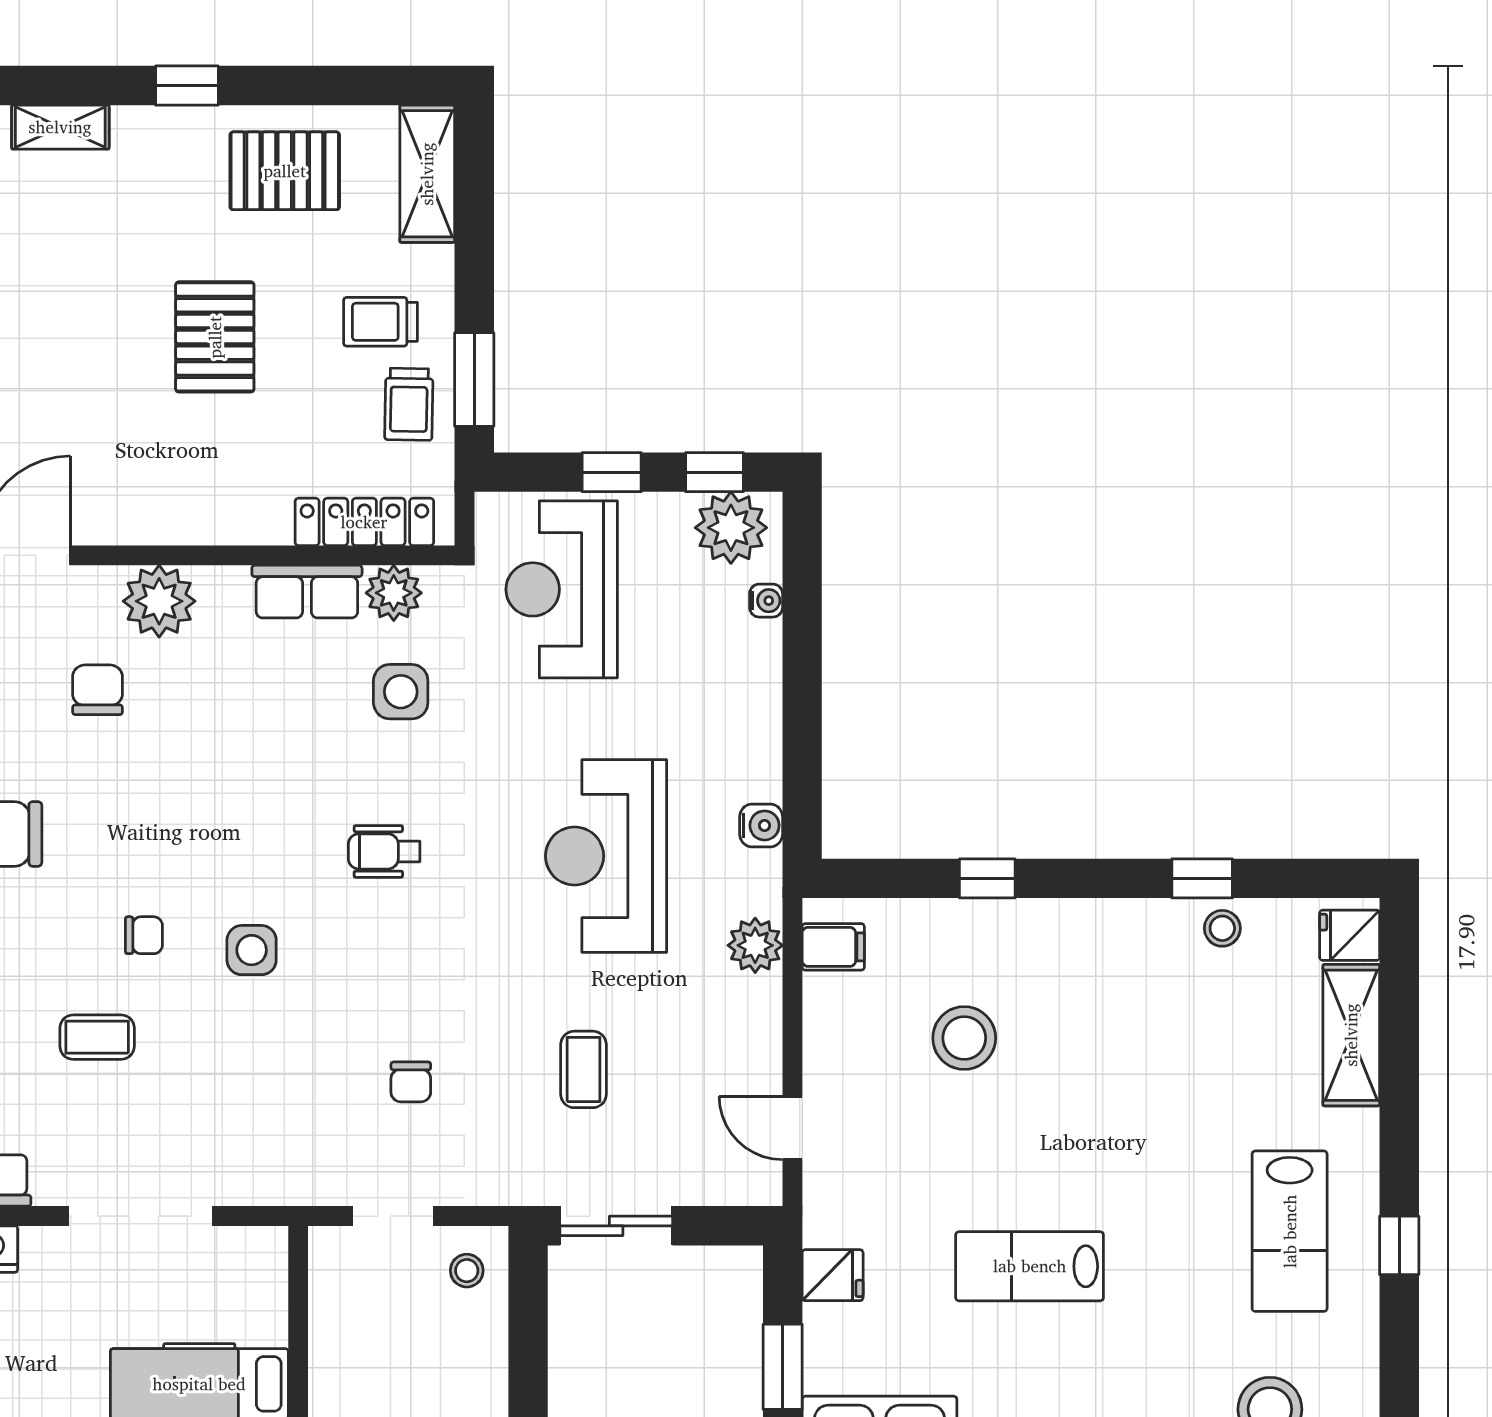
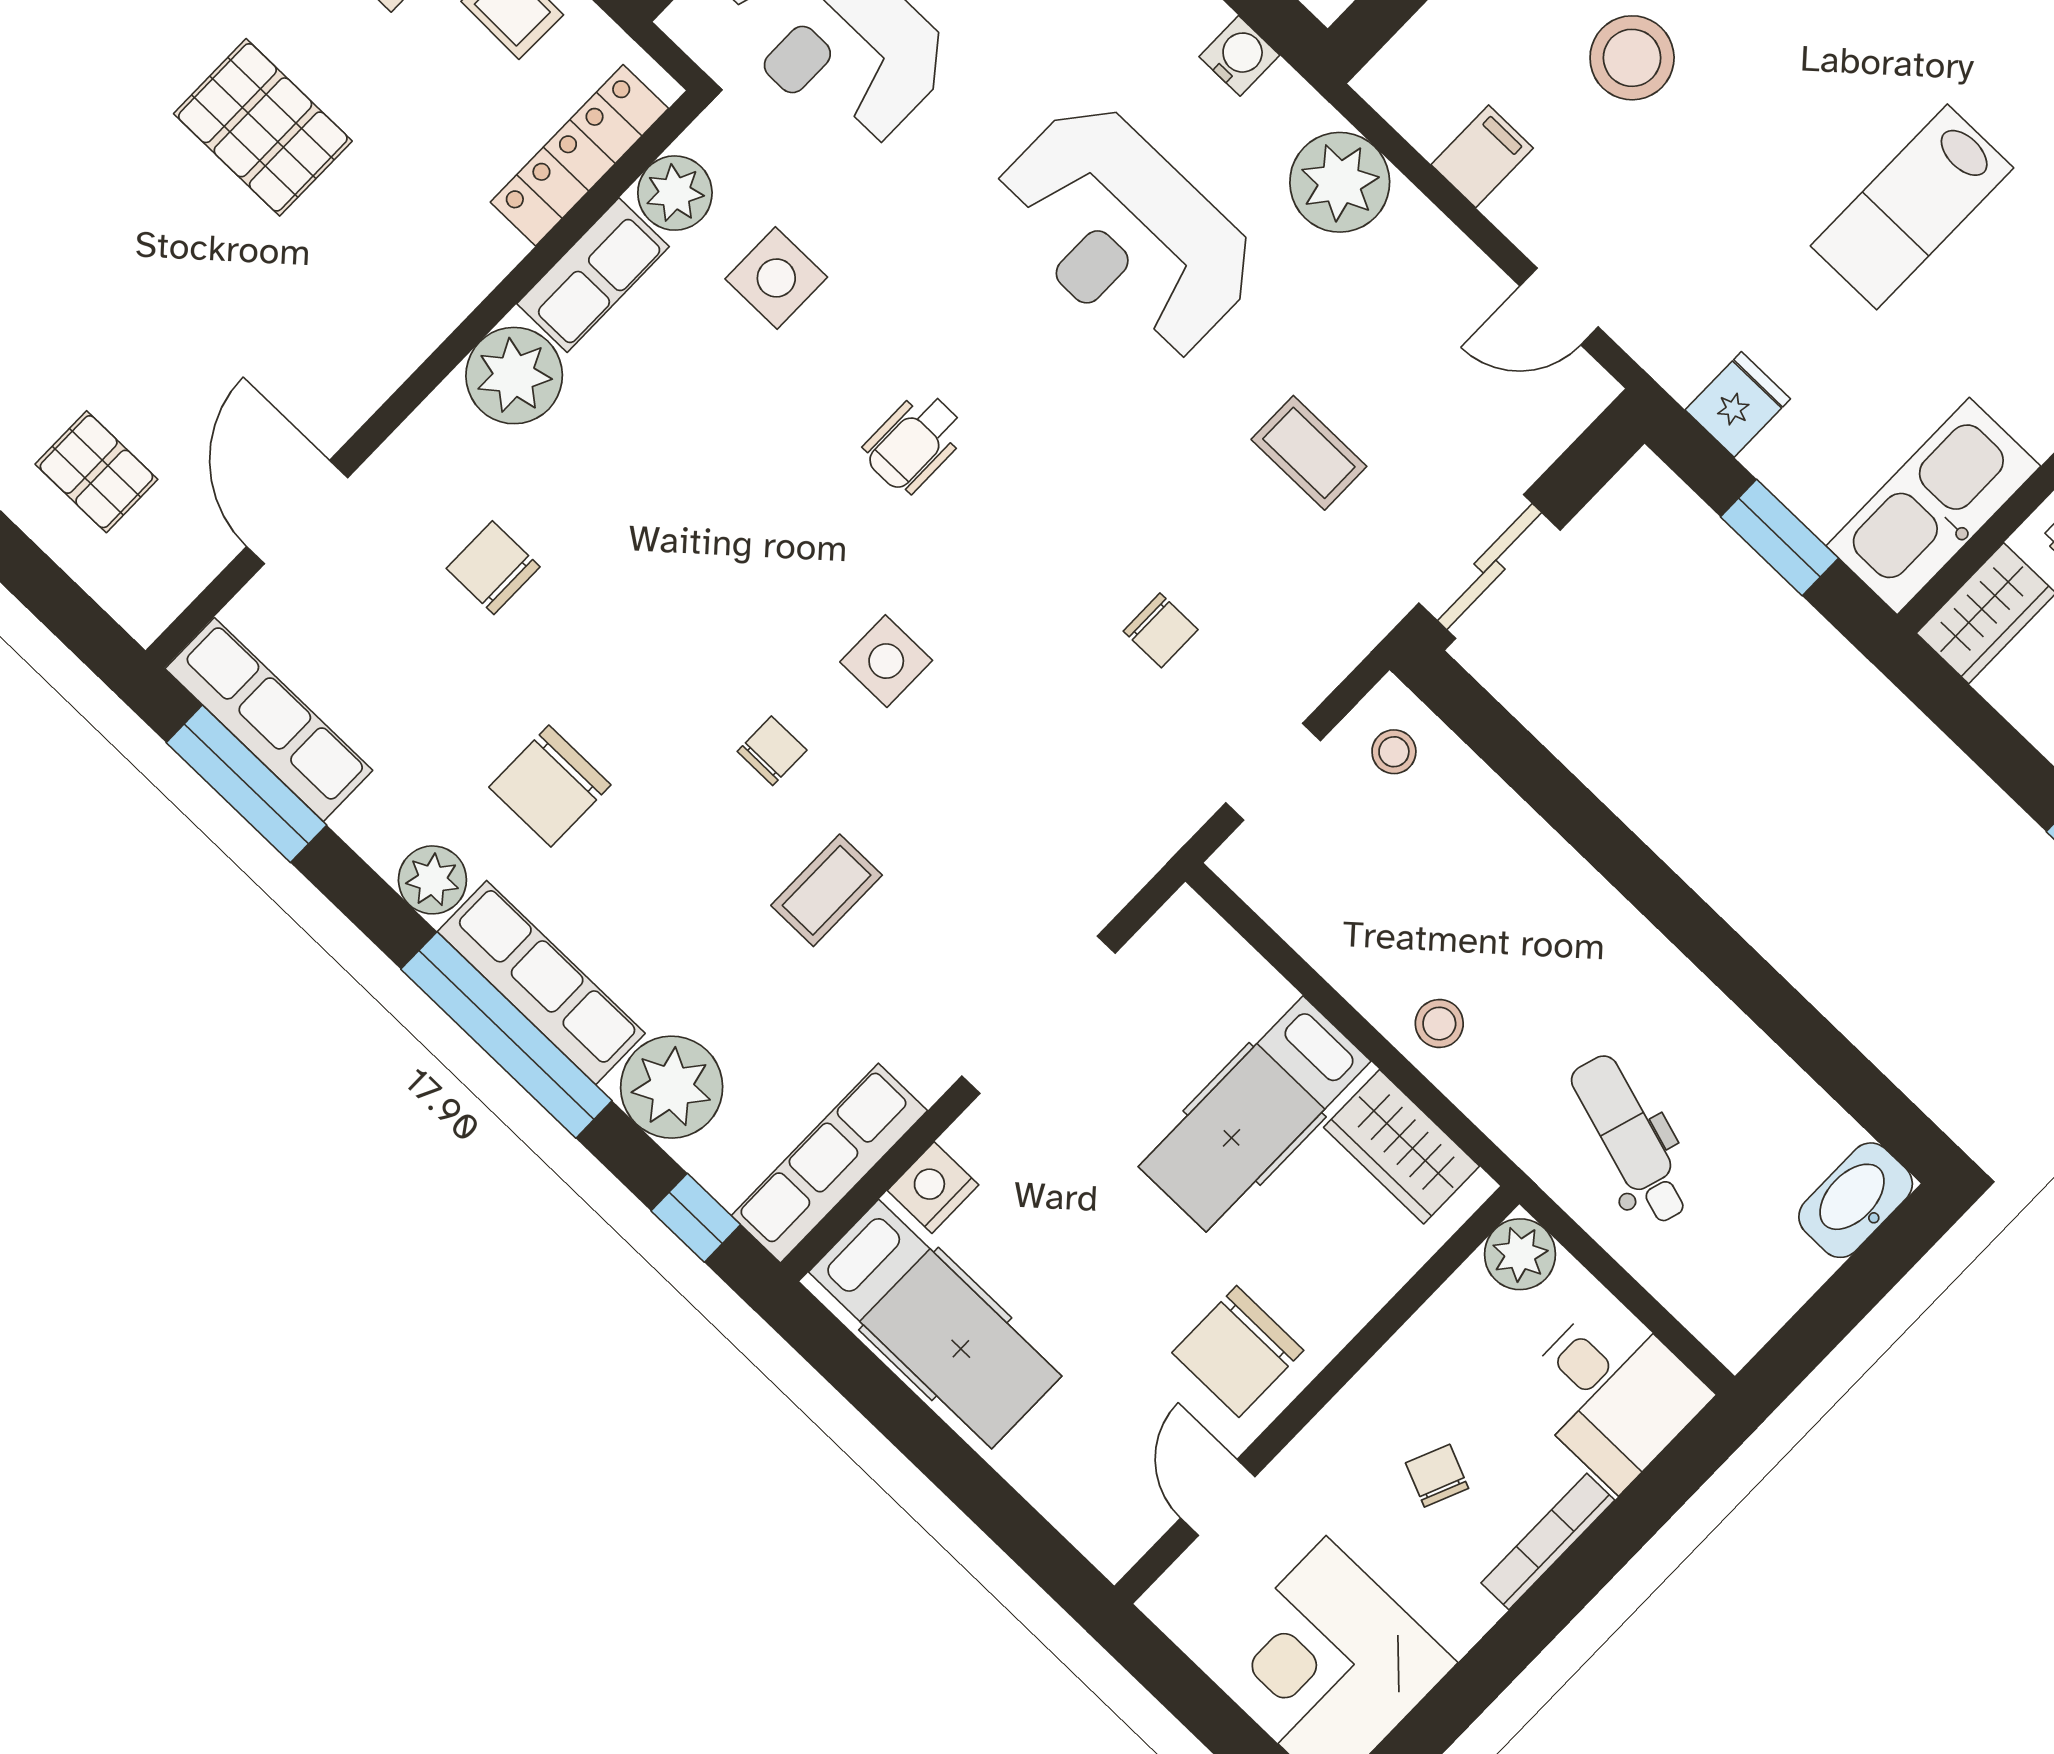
plant: (159, 601) -> (514, 376), moved
plant: (755, 945) -> (1340, 182), width x1.36, depth x1.36
filing cabinet: (833, 947) -> (1482, 156), moved

